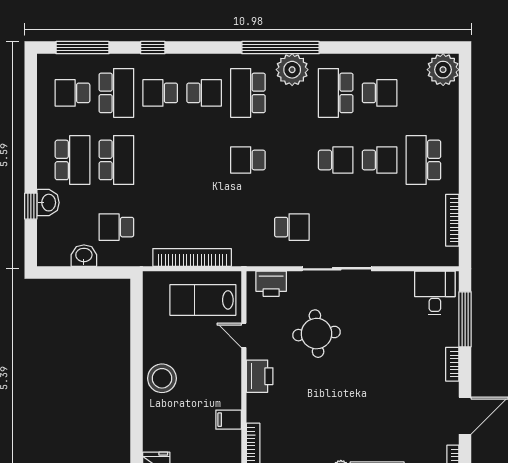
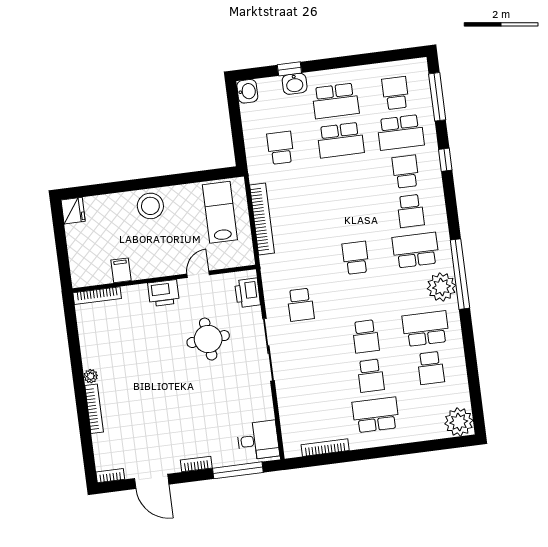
washbasin: (84, 256) -> (247, 91), moved
lab bench: (203, 300) -> (220, 212), moved

